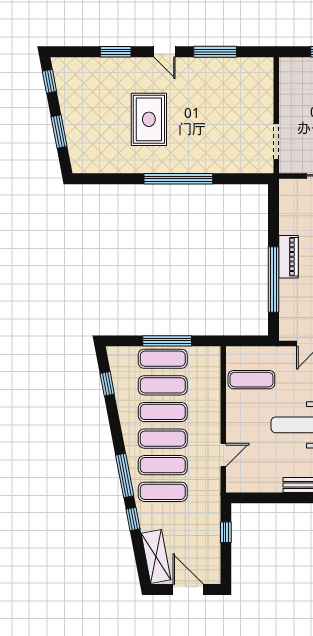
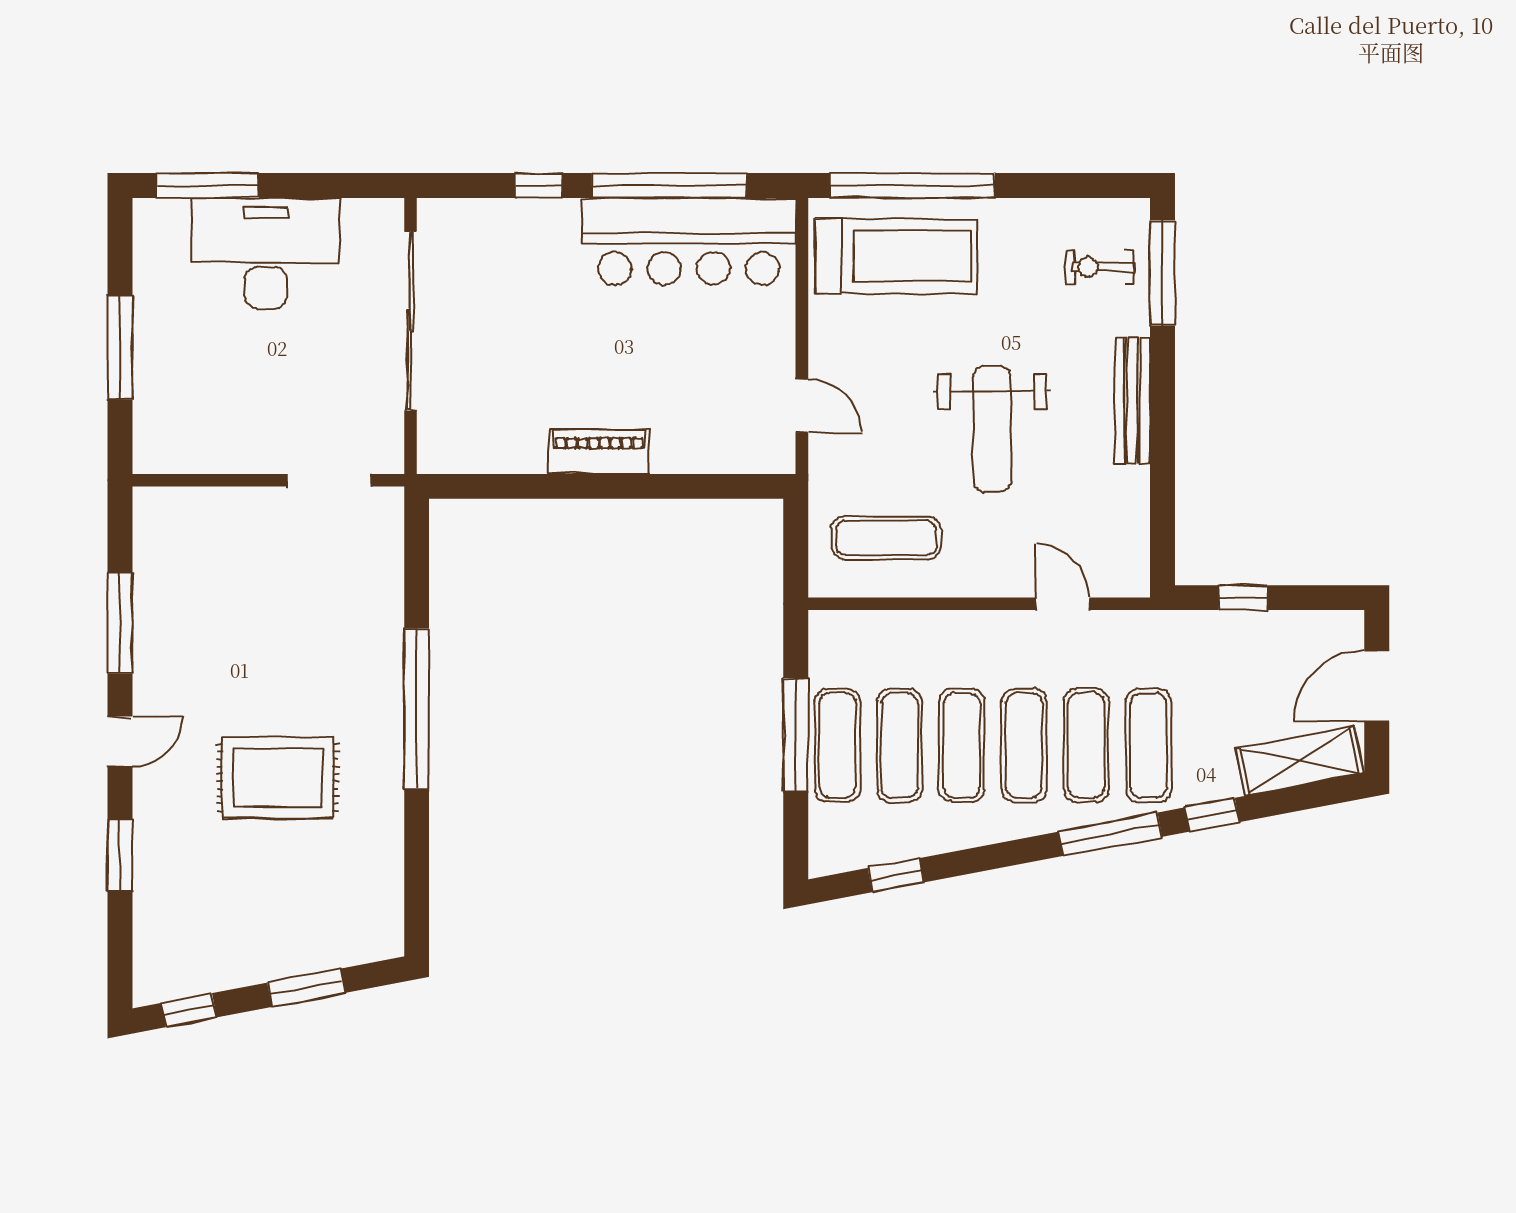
window: (274, 279) -> (652, 486), removed
exercise mat: (251, 380) -> (886, 538), turned 90

